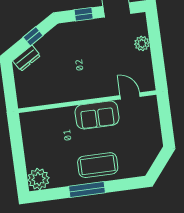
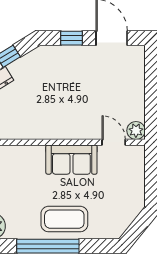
plant: (142, 43) -> (136, 131), moved
window: (87, 189) -> (48, 246), width x1.46

